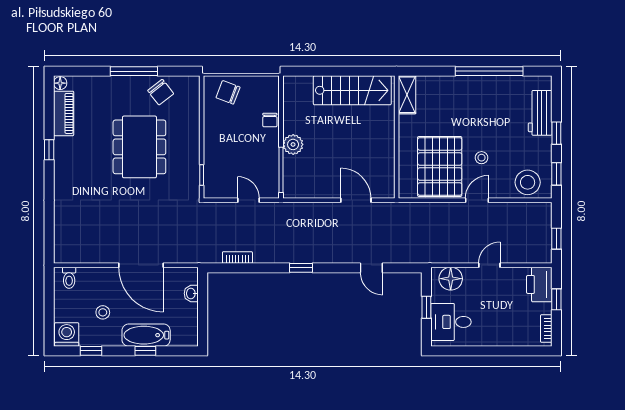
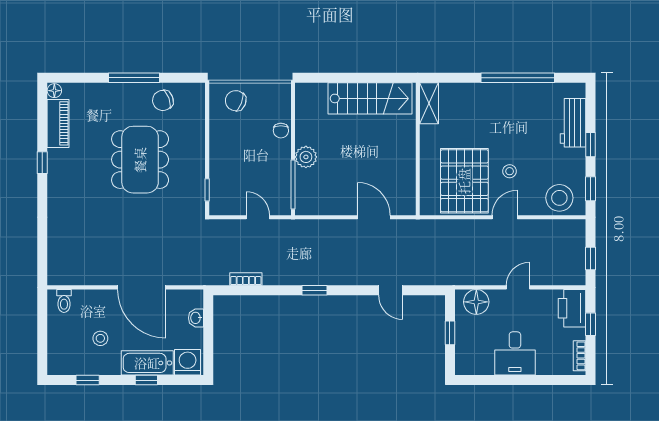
chair: (161, 92) -> (163, 100), turned 108
desk: (451, 322) -> (515, 353), moved, turned -90
washing machine: (67, 334) -> (188, 362), moved

